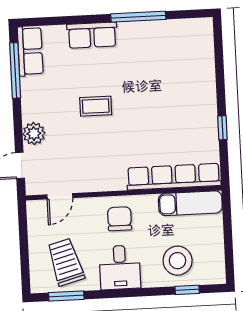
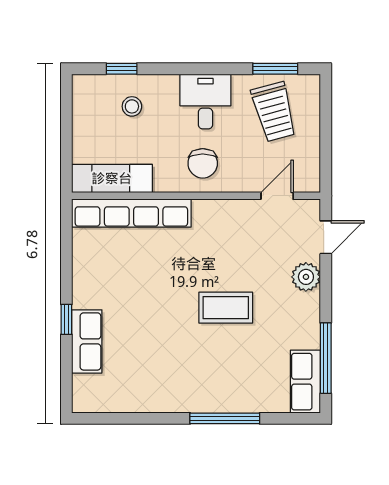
window: (138, 17) -> (225, 418), moved
row of seats: (92, 35) -> (87, 341), moved, turned 90
coffee table: (96, 106) -> (226, 308), width x1.36, depth x1.30
window: (222, 128) -> (66, 319), moved
stool: (178, 261) -> (132, 106), width x0.53, depth x0.53

